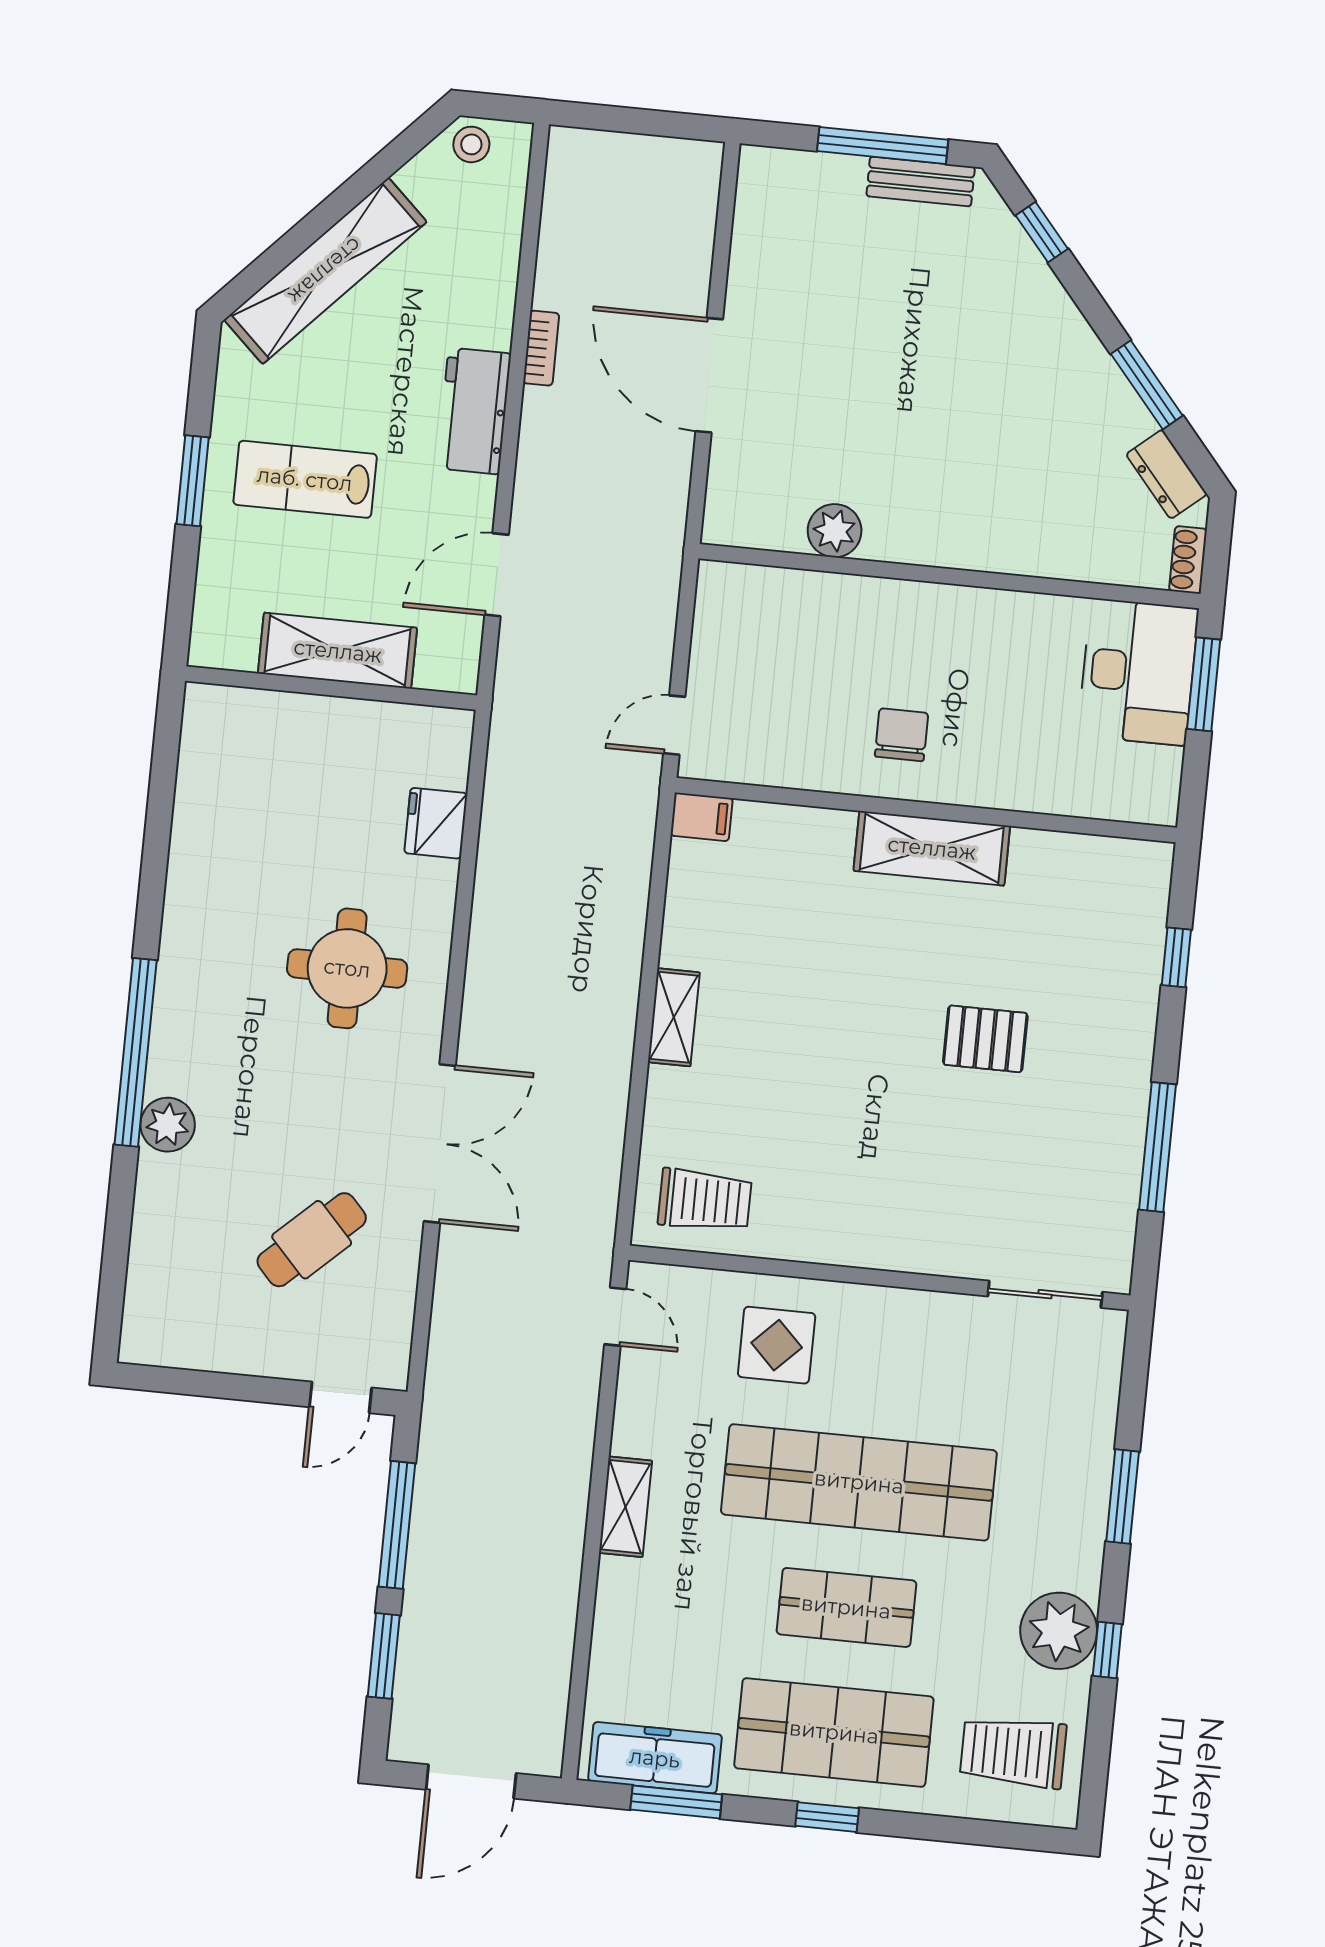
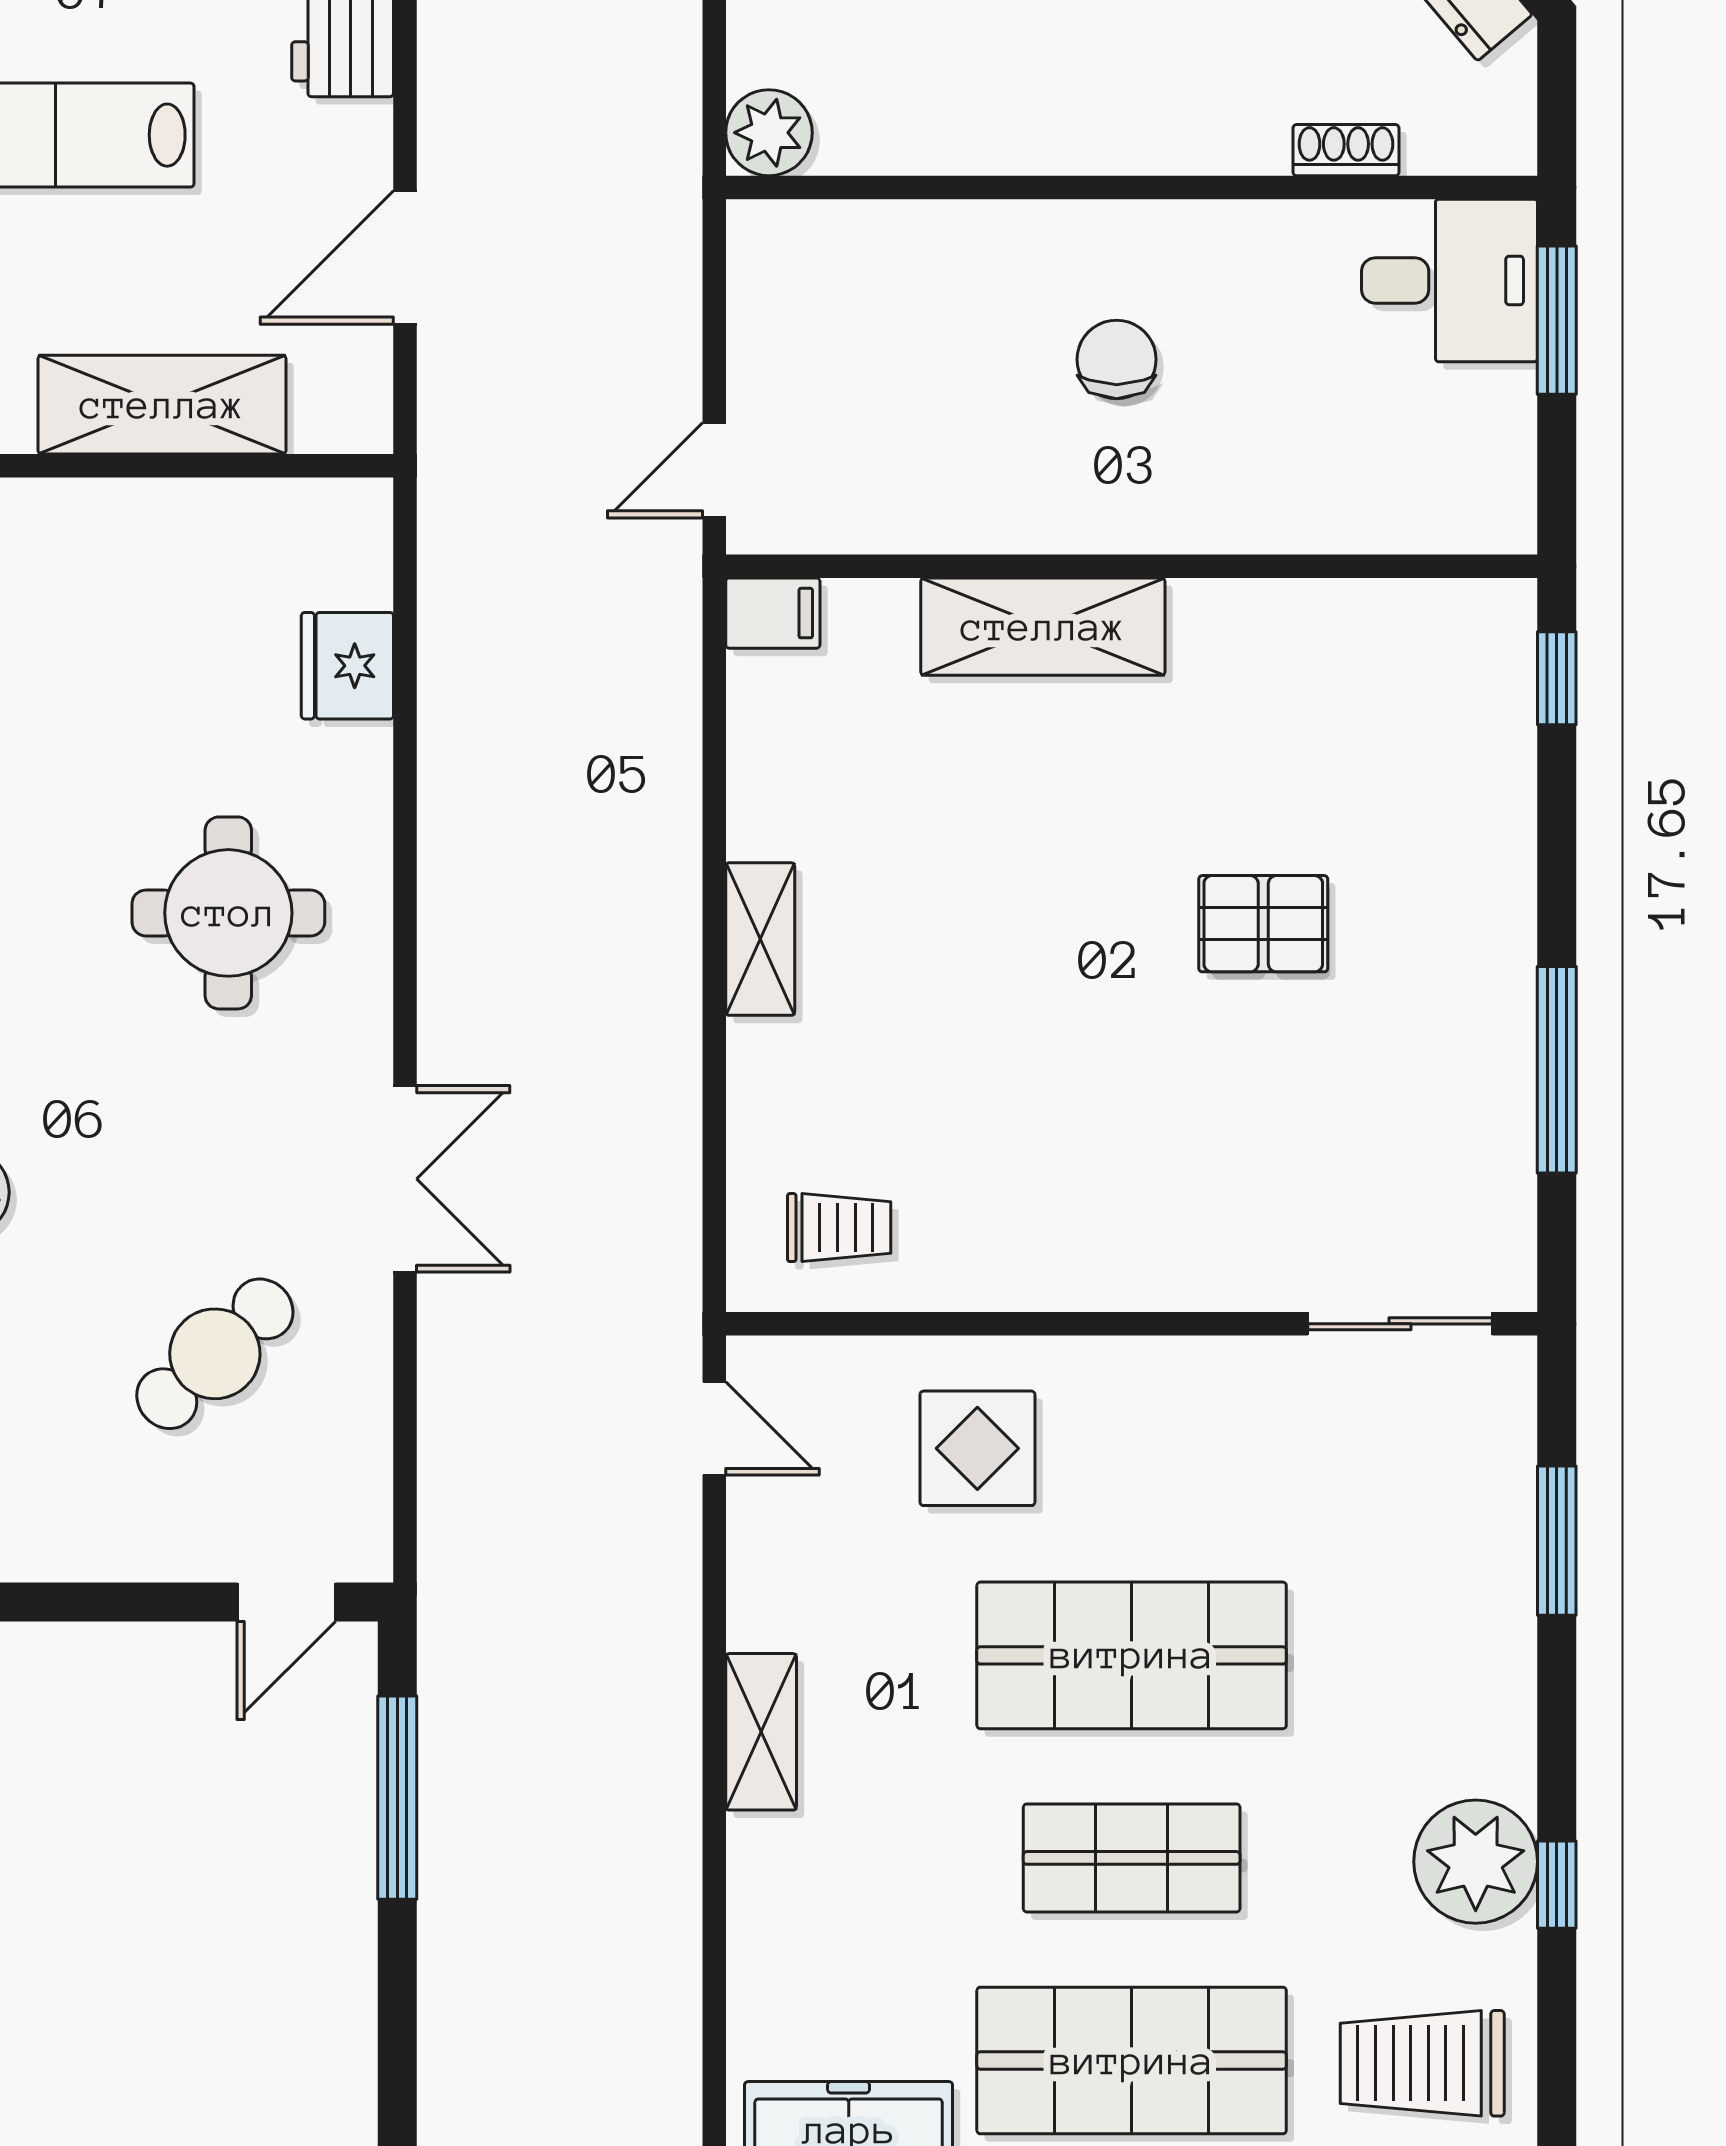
plant: (835, 531) -> (769, 133), moved
shoe rack: (1188, 560) -> (1346, 150), moved, turned 90
desk: (1138, 672) -> (1450, 280), width x0.73
chair: (901, 735) -> (1117, 359), moved
shelving: (932, 848) -> (1043, 627), moved
window: (1176, 957) -> (1557, 678), moved
double door: (440, 1143) -> (405, 1179), width x0.73
trolley: (705, 1200) -> (839, 1228), width x0.73, depth x0.72
shop shelf: (859, 1482) -> (1132, 1655), width x0.71
window: (1123, 1496) -> (1557, 1541), moved
window: (384, 1656) -> (397, 2010), removed

